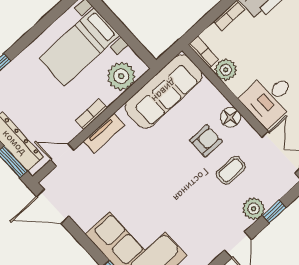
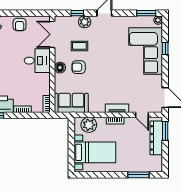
plant: (226, 70) -> (44, 89), removed
sofa: (164, 91) -> (71, 103), width x0.73

